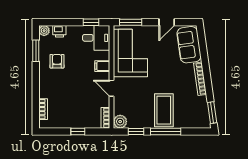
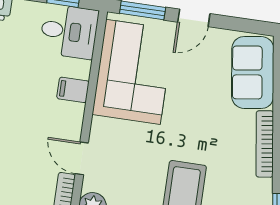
door: (167, 22) -> (194, 18), moved
door: (112, 88) -> (82, 158), moved

